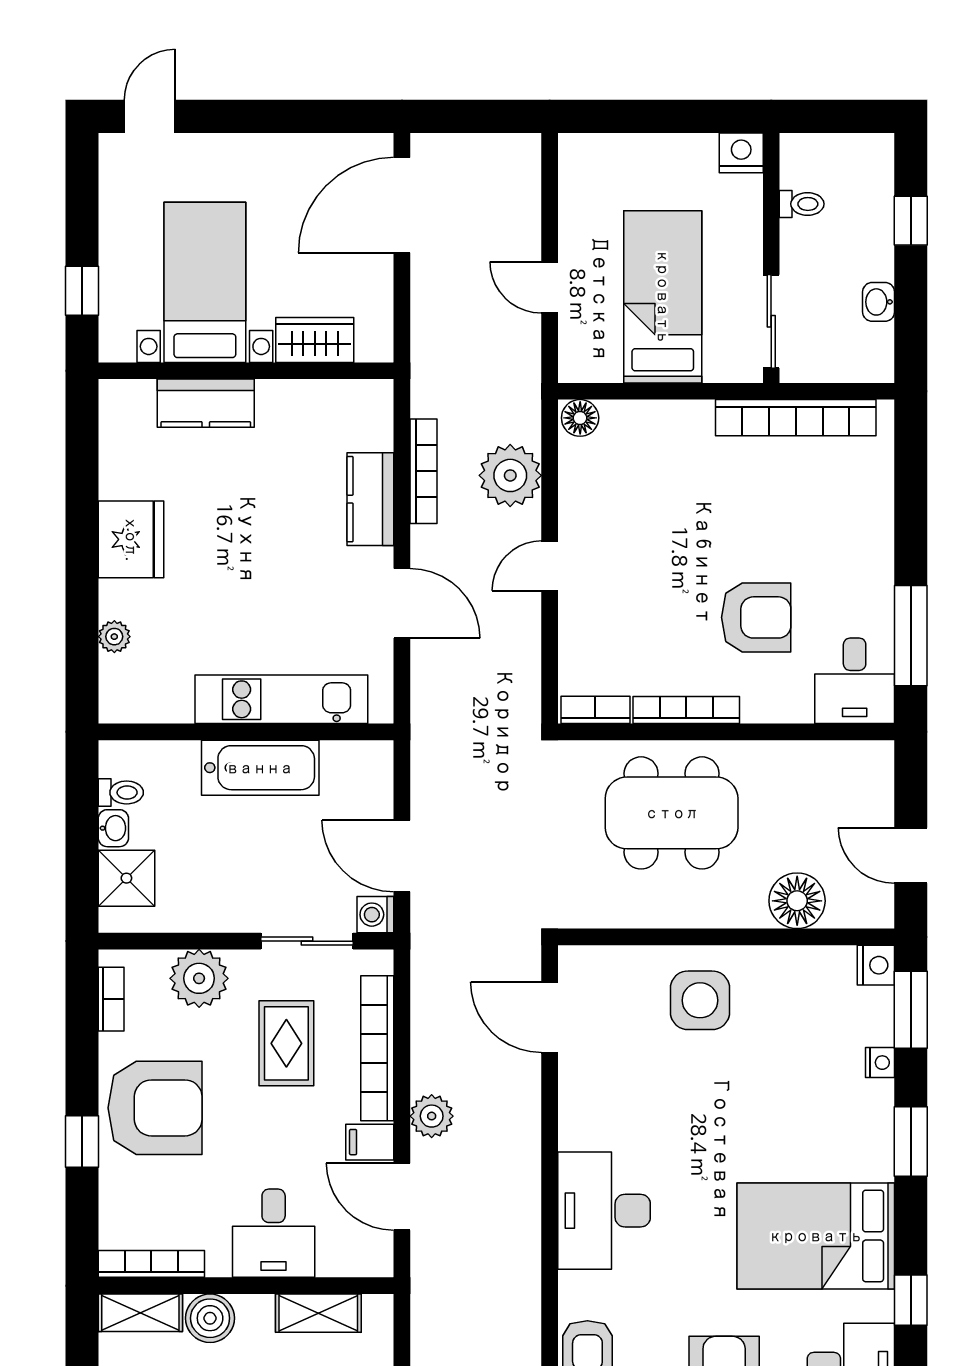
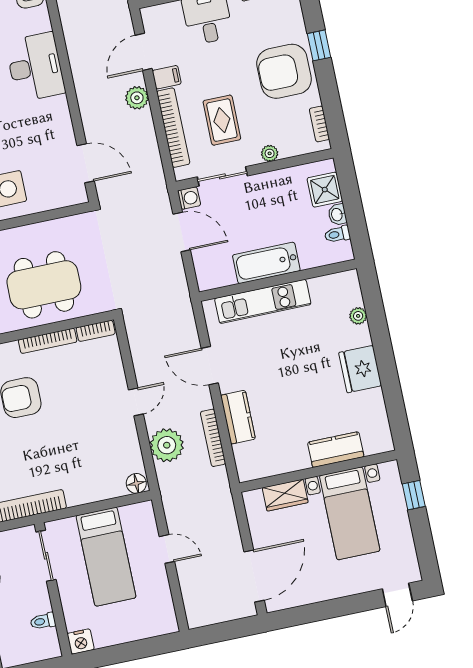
plant: (199, 978) -> (270, 153), width x0.53, depth x0.53
door: (402, 1197) -> (144, 52), swing flipped

